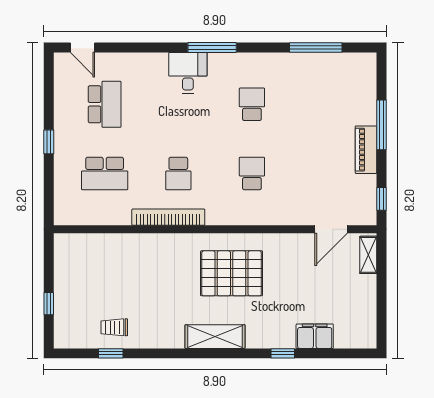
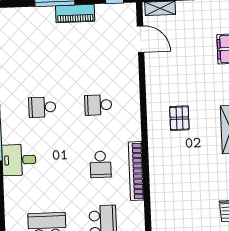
school desk: (178, 173) -> (100, 164), turned 90
pallet: (232, 273) -> (179, 118), width x0.49, depth x0.50

